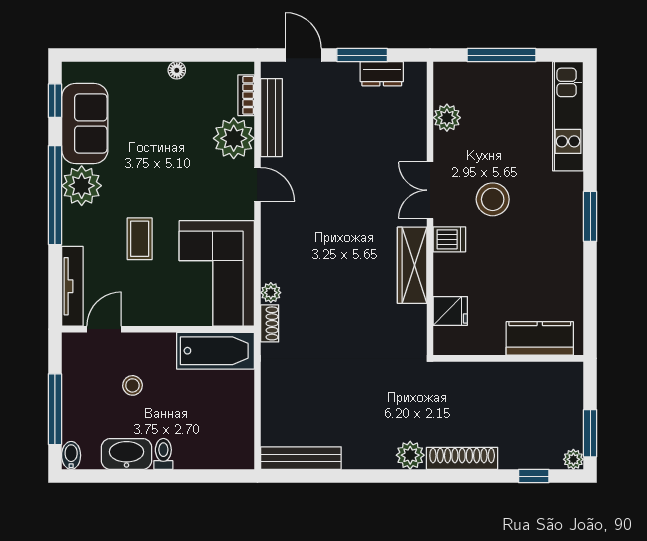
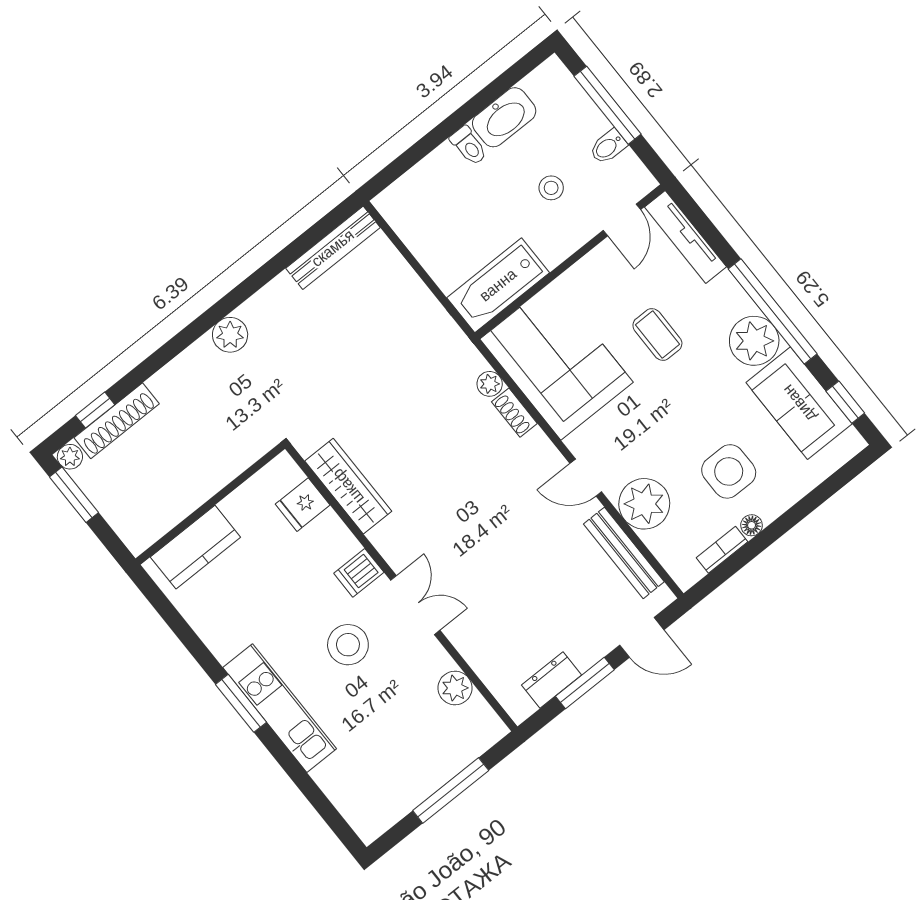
bookcase: (246, 95) -> (722, 550), moved, turned -90
side table: (164, 116) -> (729, 471), added
kitchen unit: (568, 116) -> (280, 708), moved
wardrobe: (412, 265) -> (348, 486), moved
shoe rack: (270, 323) -> (514, 413), moved
bidet: (71, 455) -> (608, 147), moved, turned 90
shoe rack: (462, 458) -> (117, 421), moved

